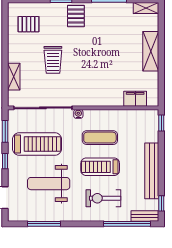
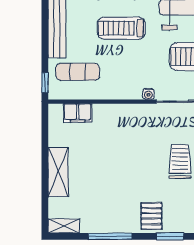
exercise mat: (100, 138) -> (78, 72), moved
treadmill: (100, 167) -> (121, 28), turned 180

